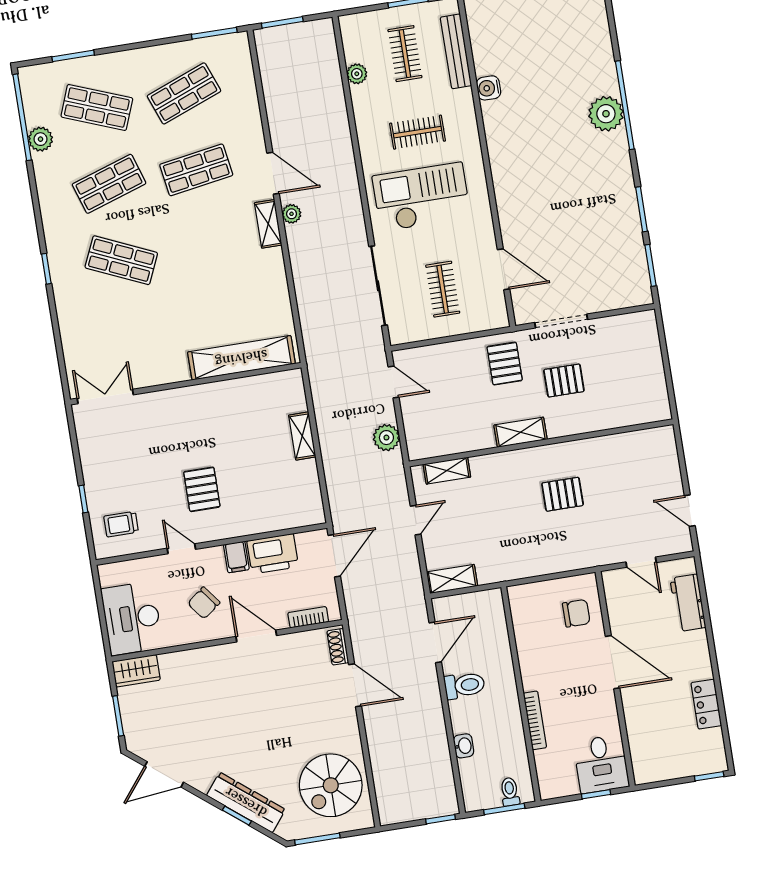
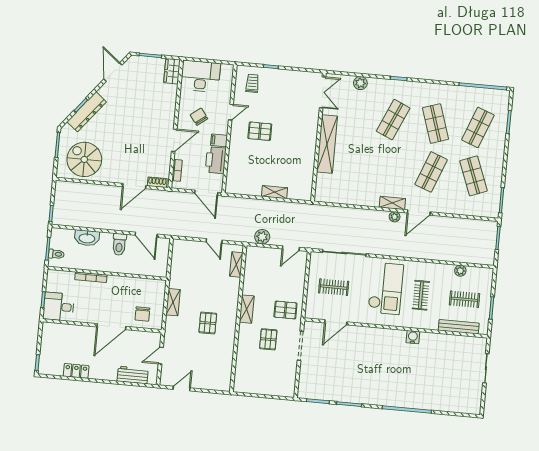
water cooler: (489, 88) -> (413, 337), moved
plant: (606, 114) -> (405, 398), removed
plant: (40, 139) -> (360, 83), moved
shop shelf: (196, 170) -> (431, 172), turned 30
shelving: (241, 358) -> (327, 144), moved
shelving: (452, 579) -> (173, 302), moved
washbasin: (464, 746) -> (87, 238), width x1.91, depth x1.45

